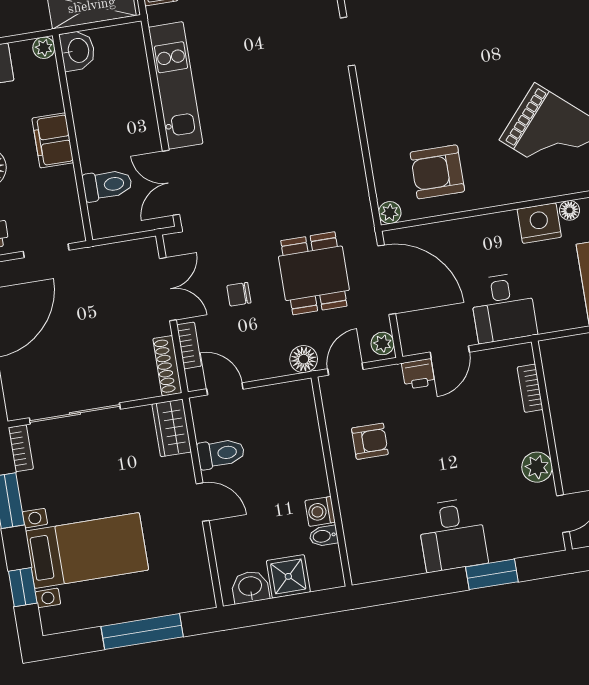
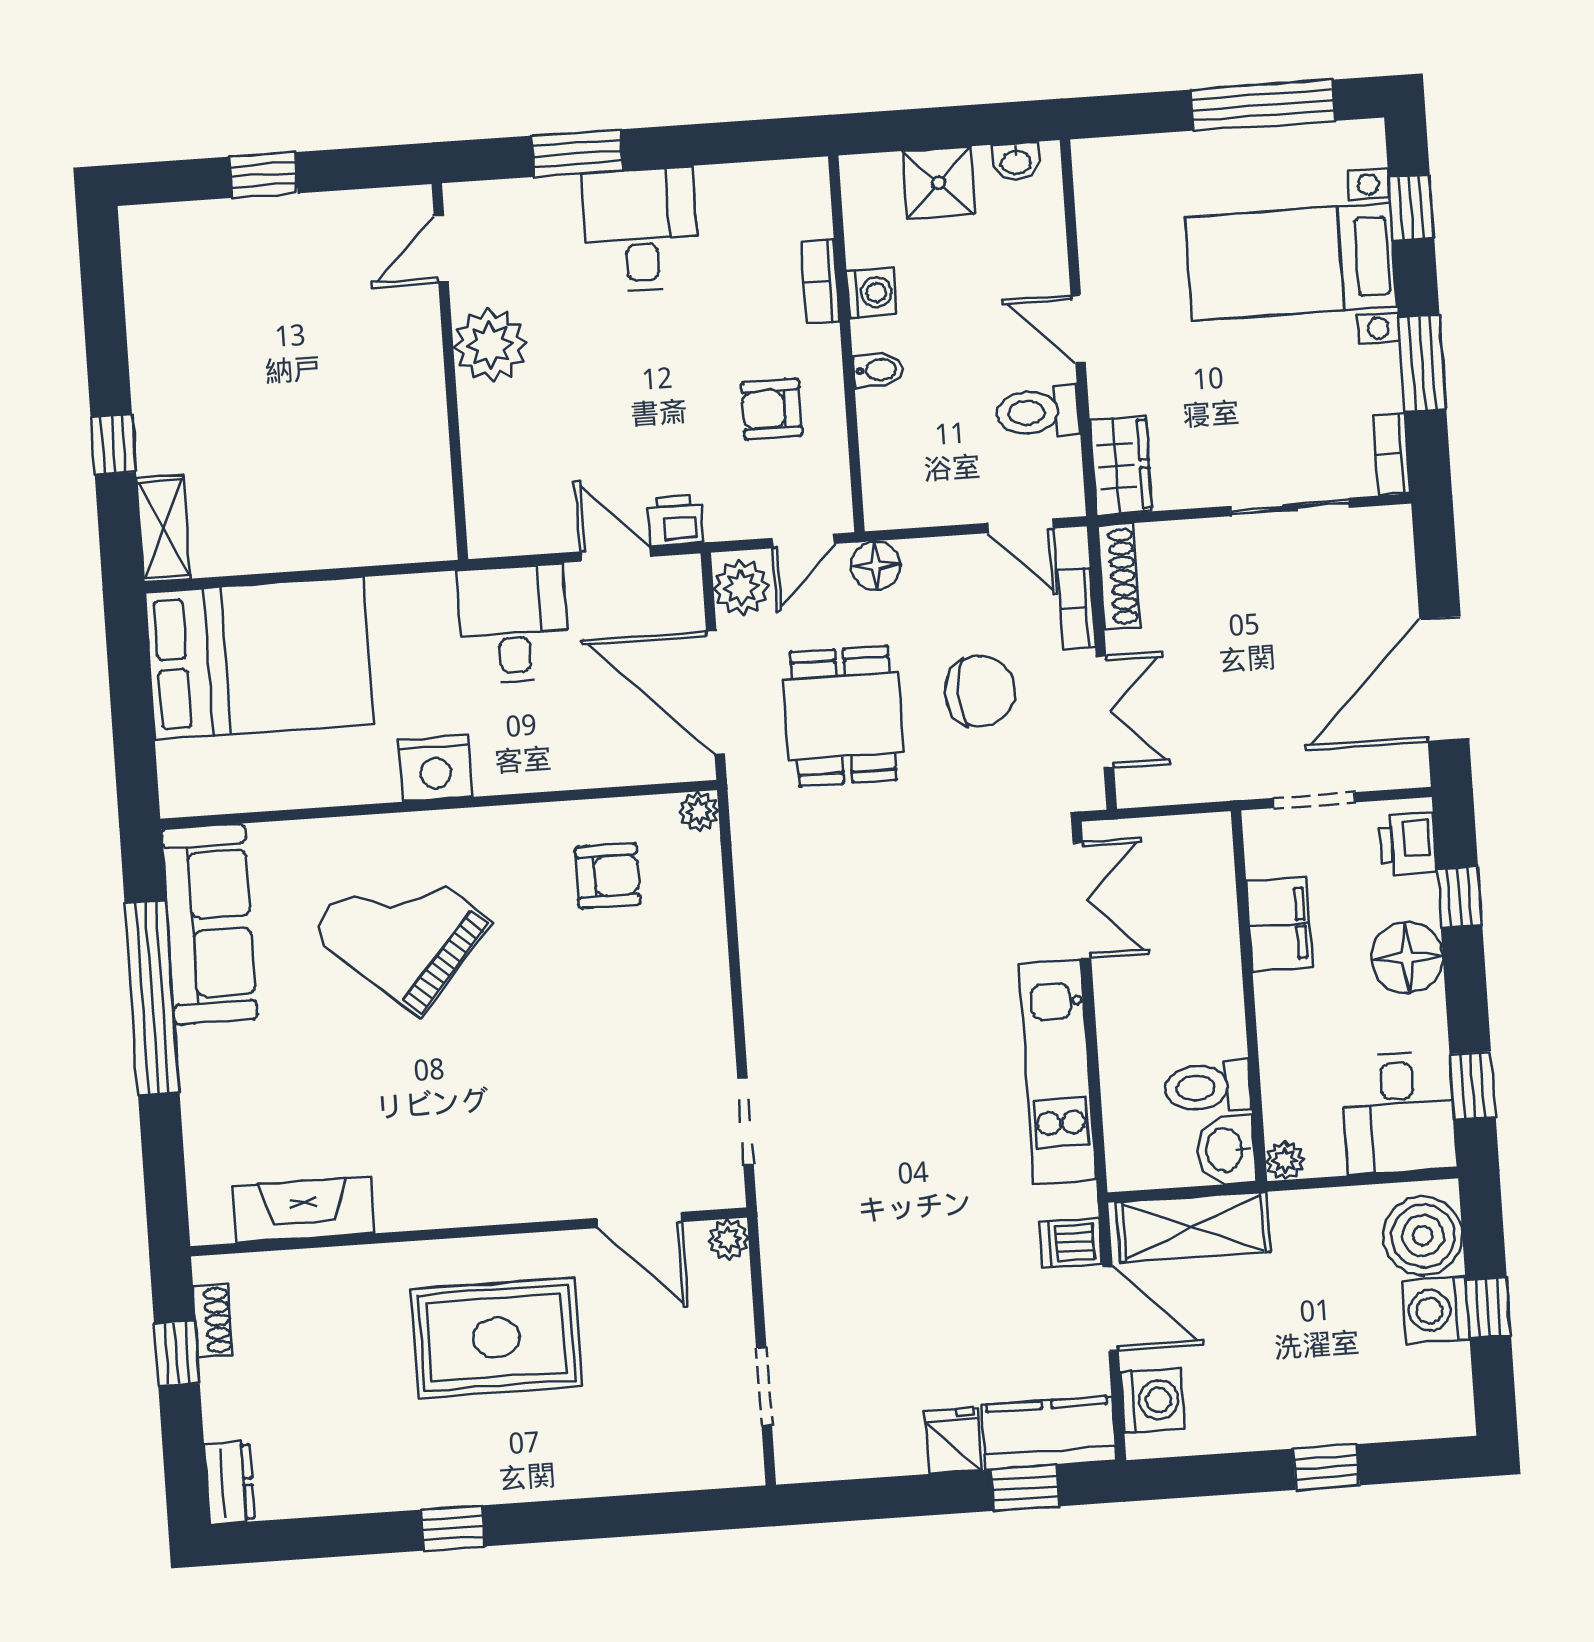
filing cabinet: (53, 140) -> (1279, 924), moved
armchair: (437, 172) -> (608, 876), width x0.72, depth x0.72
toilet: (107, 185) -> (1208, 1087), moved
floor lamp: (569, 210) -> (380, 786), removed
double door: (168, 289) -> (1105, 712), swing flipped
chair: (239, 294) -> (980, 691), width x1.87, depth x1.87
plant: (383, 343) -> (741, 587), width x1.38, depth x1.38
door: (450, 352) -> (615, 554), hinge flipped
bookcase: (530, 388) -> (820, 281), moved, turned 180
sliding door: (75, 413) -> (1290, 507), width x0.73
plant: (537, 467) -> (490, 345), width x1.36, depth x1.36
bidet: (324, 536) -> (878, 370), moved
washbasin: (250, 587) -> (1016, 162), width x0.72, depth x0.69
window: (142, 632) -> (1263, 105), moved

